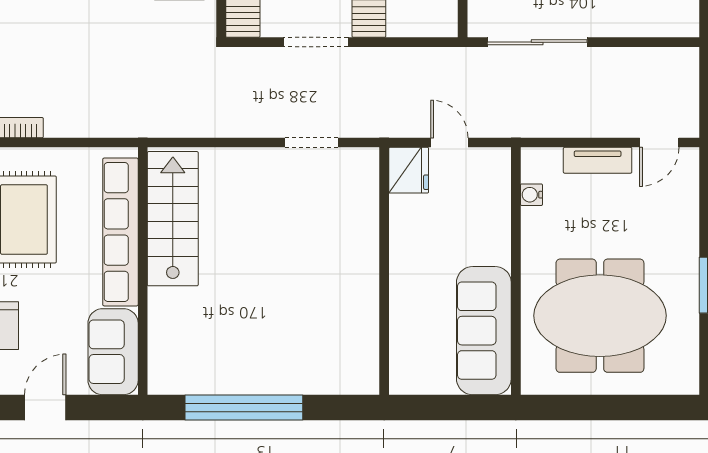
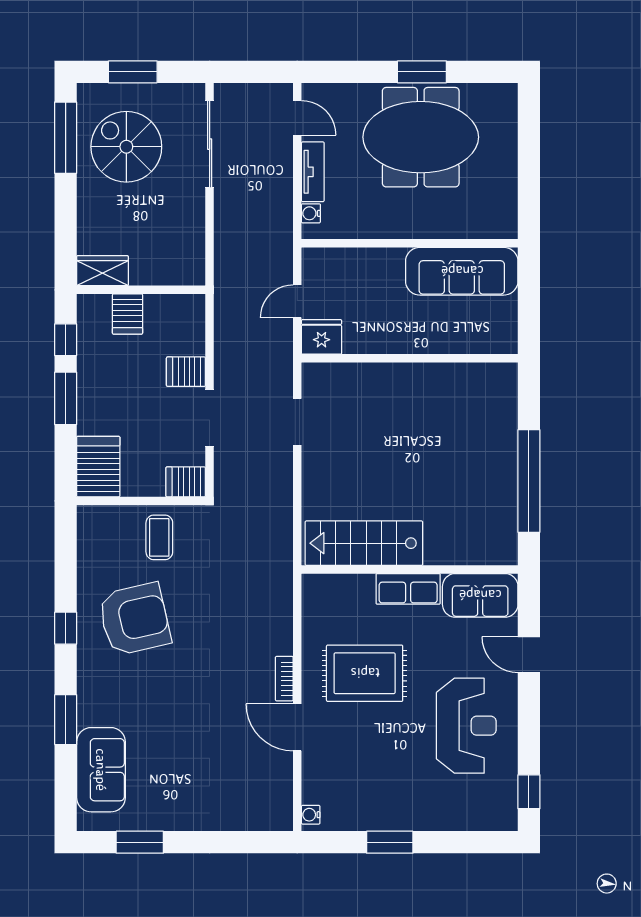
sliding door: (537, 42) -> (210, 144), moved
water cooler: (531, 195) -> (311, 213), moved, turned 90
row of seats: (120, 232) -> (408, 589), width x0.50
meeting table: (600, 316) -> (421, 137), moved, turned 90

